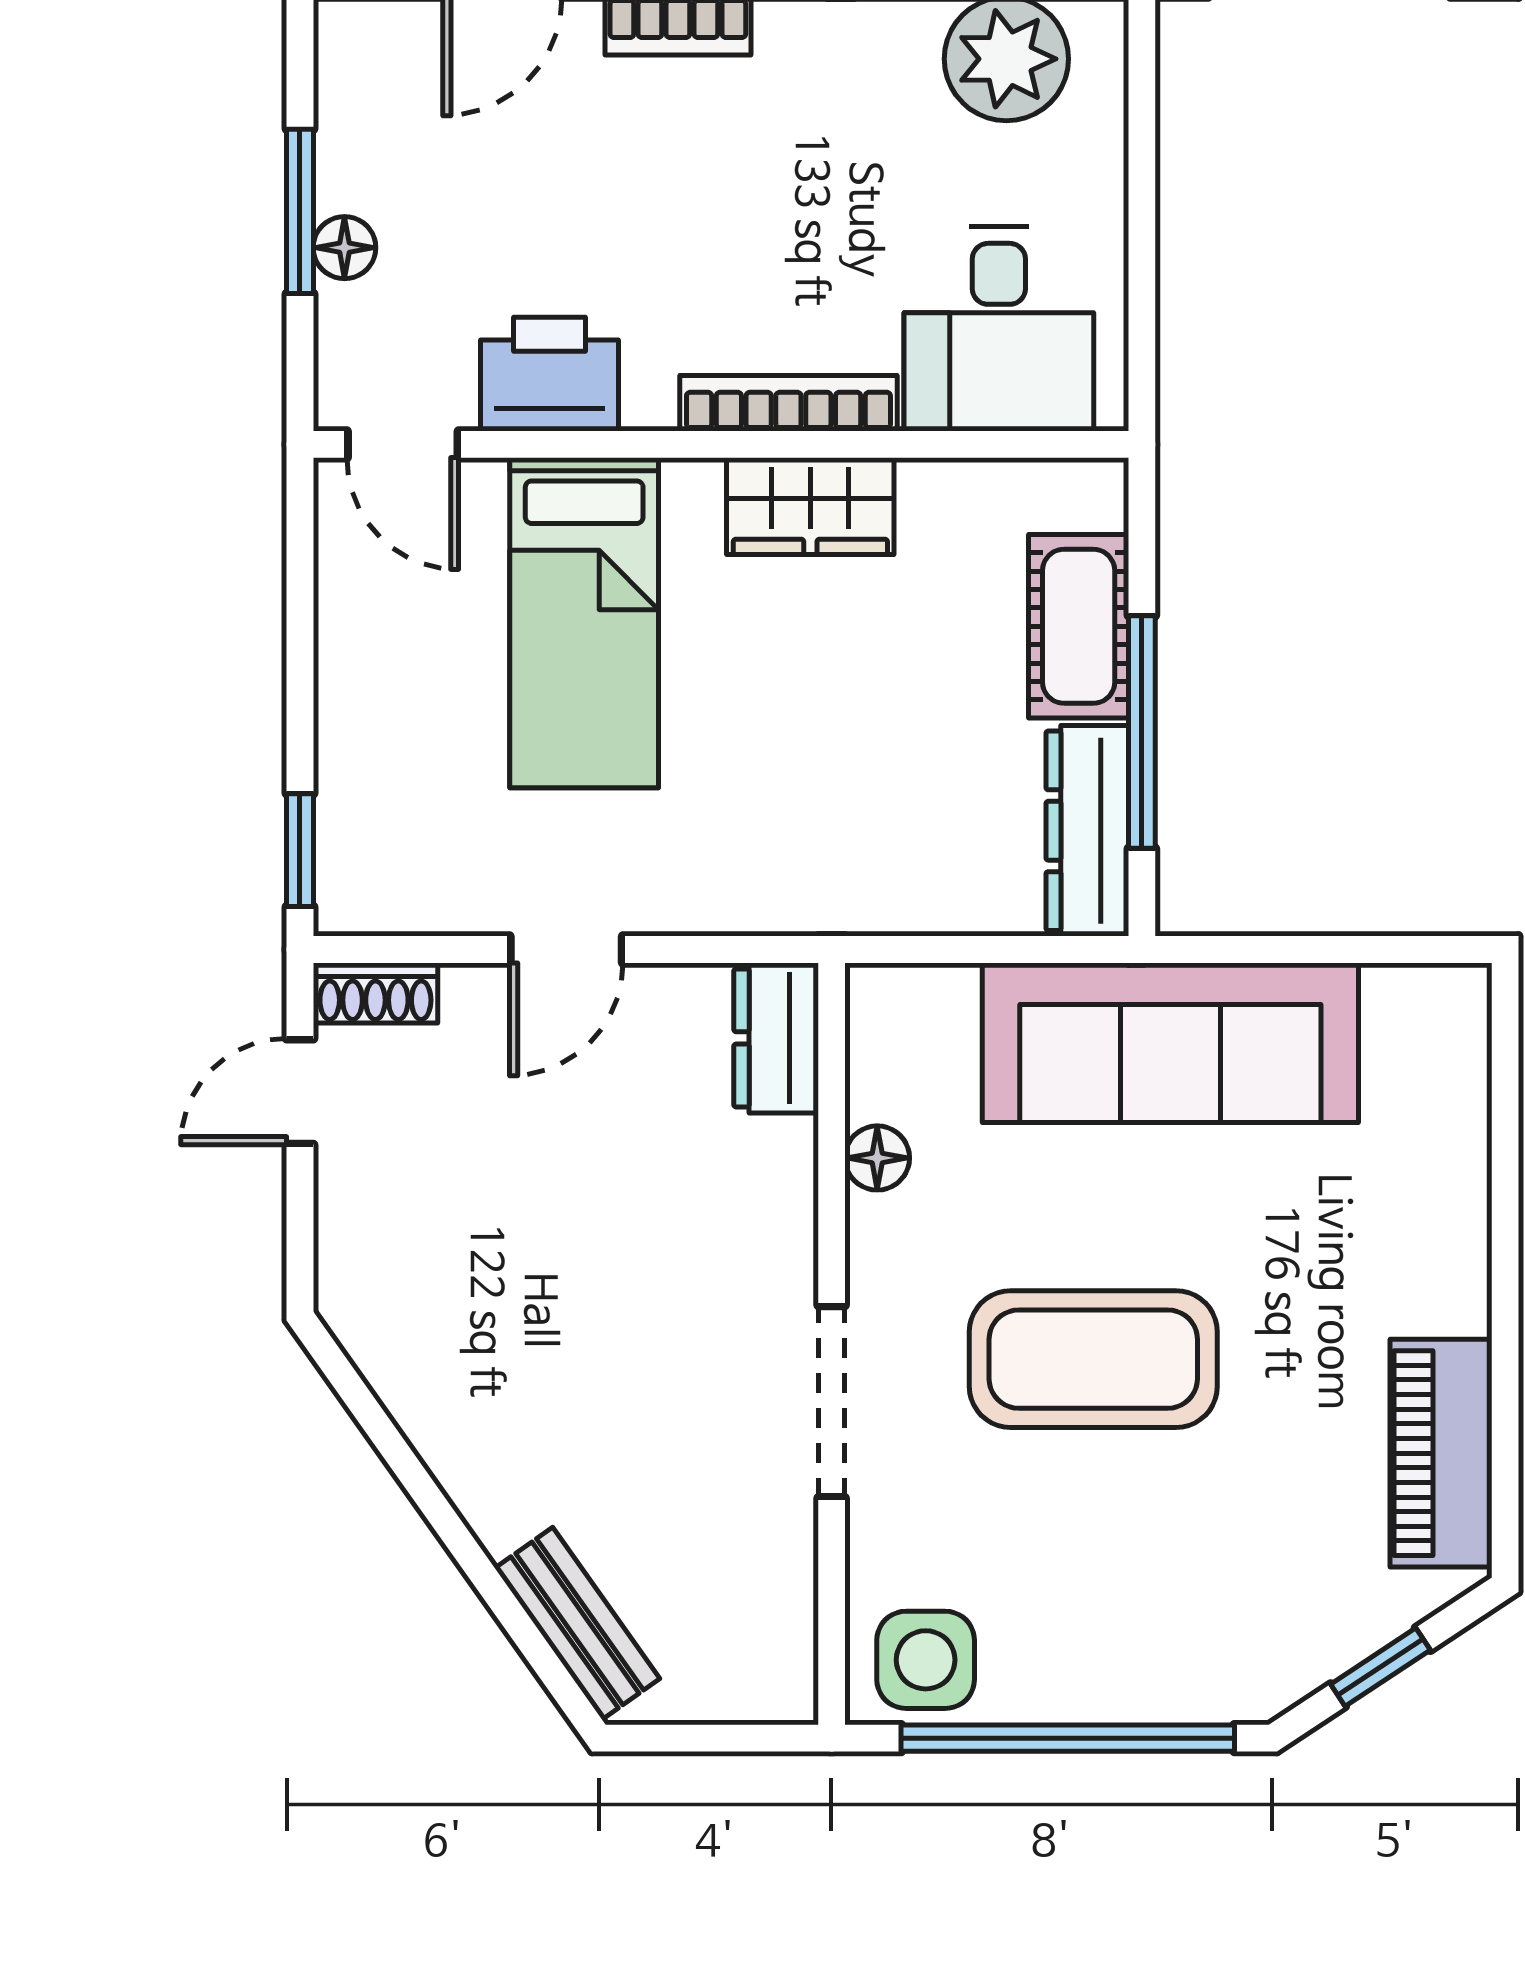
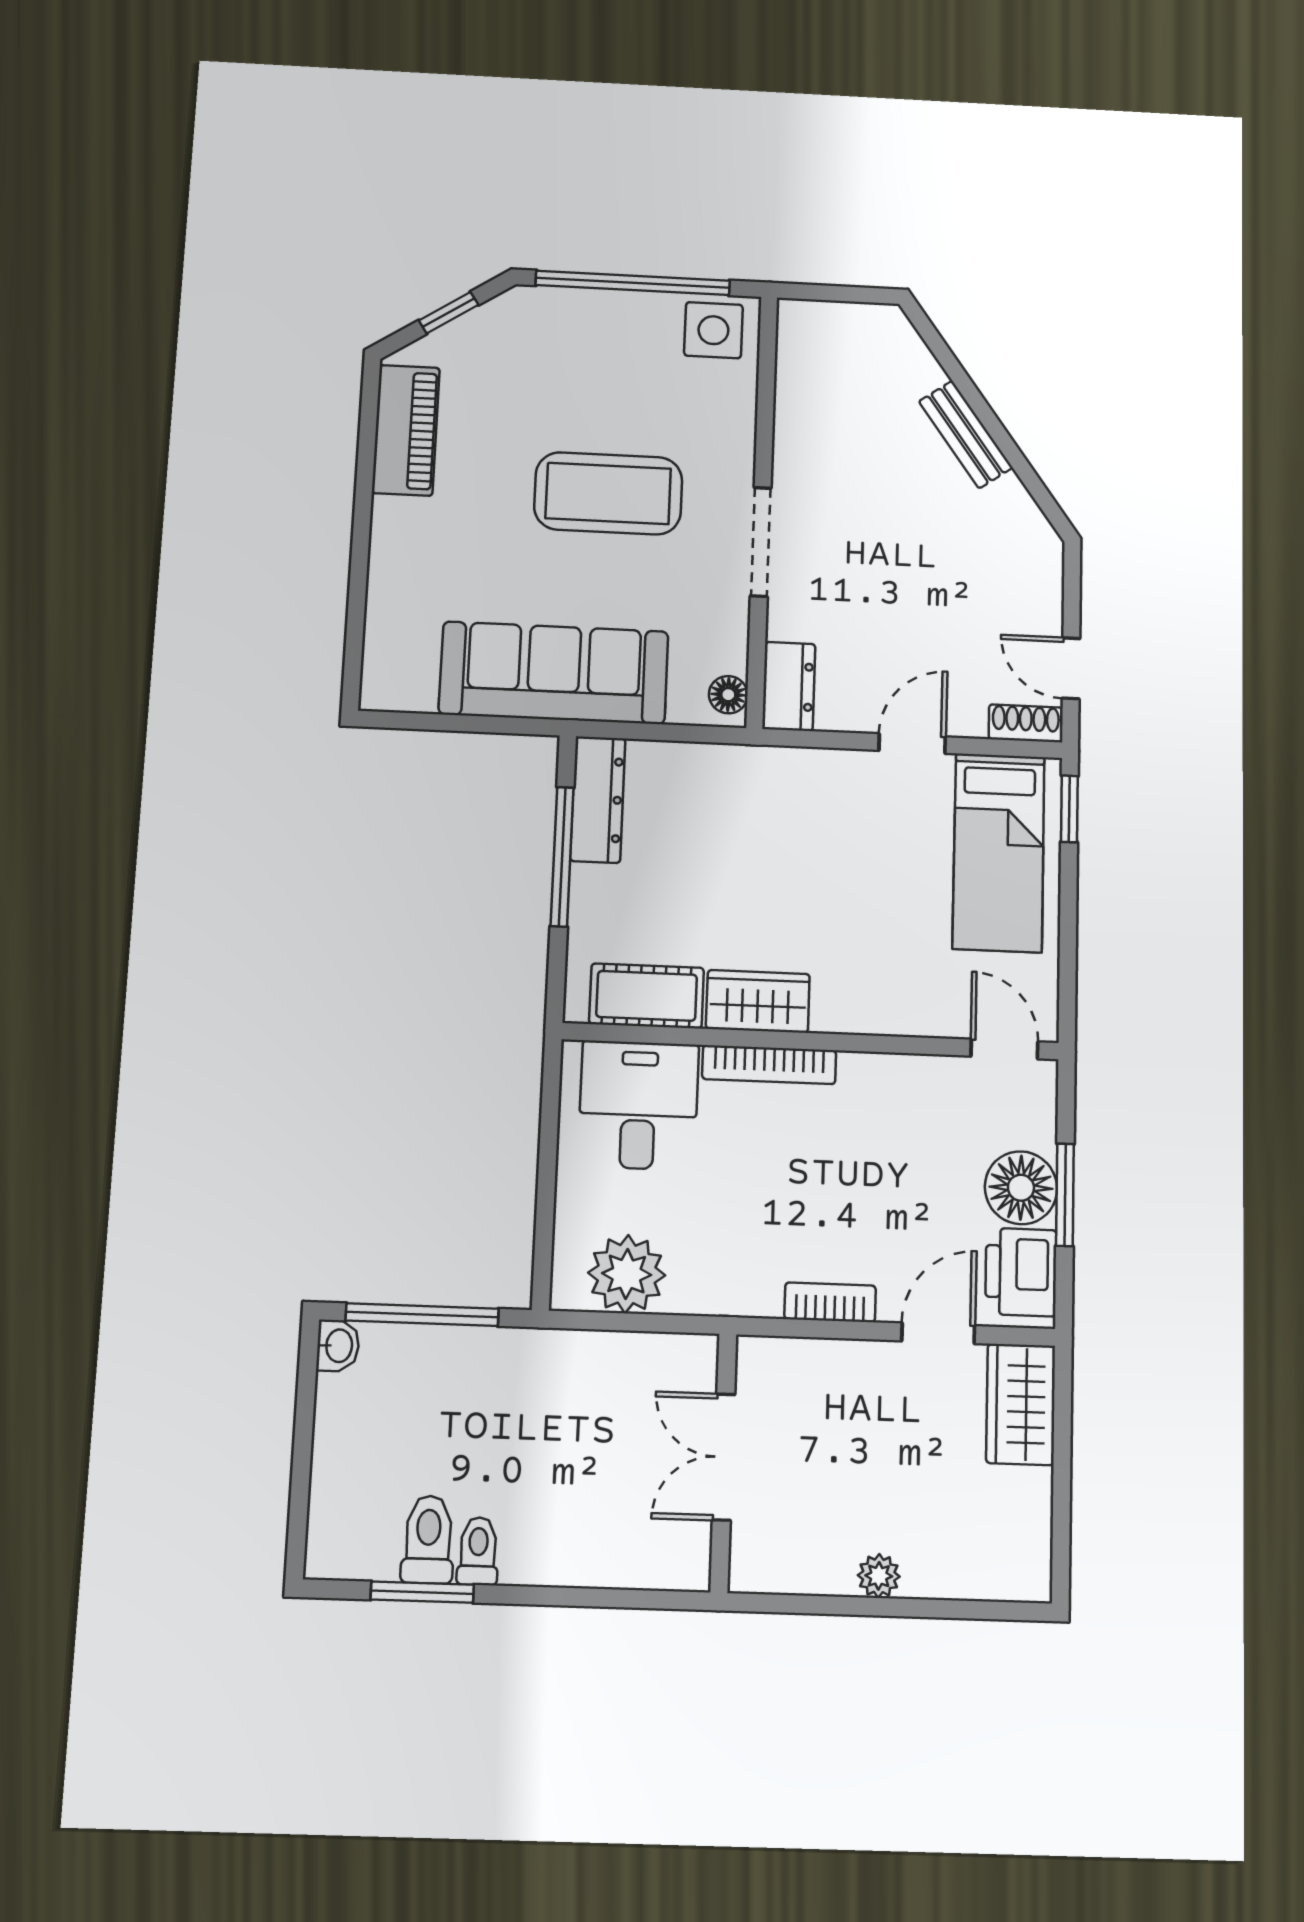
floor lamp: (344, 248) -> (1021, 1188), width x1.89, depth x1.89
printer: (549, 374) -> (1021, 1272), moved, turned 90
bed: (584, 623) -> (999, 852), moved, turned 180
cot: (1079, 626) -> (647, 996), moved, turned 90
door: (300, 1092) -> (1071, 668), swing flipped
floor lamp: (877, 1158) -> (728, 695), moved
doorway: (832, 1402) -> (761, 542), moved
bench: (577, 1623) -> (966, 434), moved

